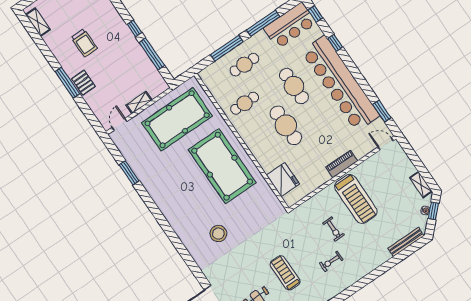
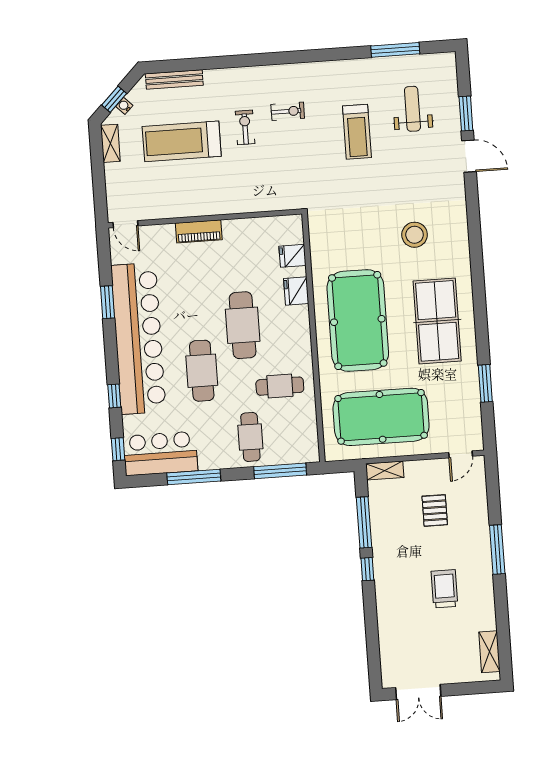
window: (227, 48) -> (280, 471), moved
cafe table: (244, 65) -> (250, 437), turned 90
pallet: (83, 83) -> (435, 510), moved
shelving: (139, 103) -> (385, 471), moved
window: (382, 111) -> (108, 302), moved
fridge: (267, 163) -> (296, 291), added
fridge: (283, 180) -> (292, 256), width x0.53, depth x0.75
table tennis table: (177, 192) -> (437, 321), added
treadmill: (356, 199) -> (182, 141), moved, turned -90
exercise bike: (333, 229) -> (245, 127), moved

